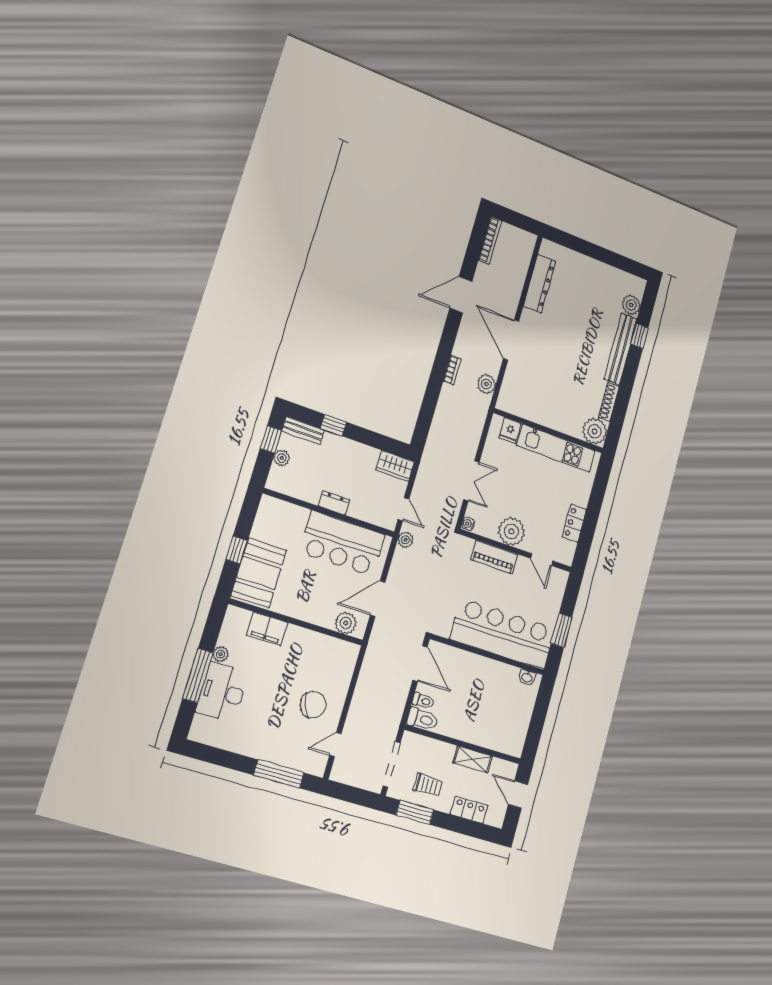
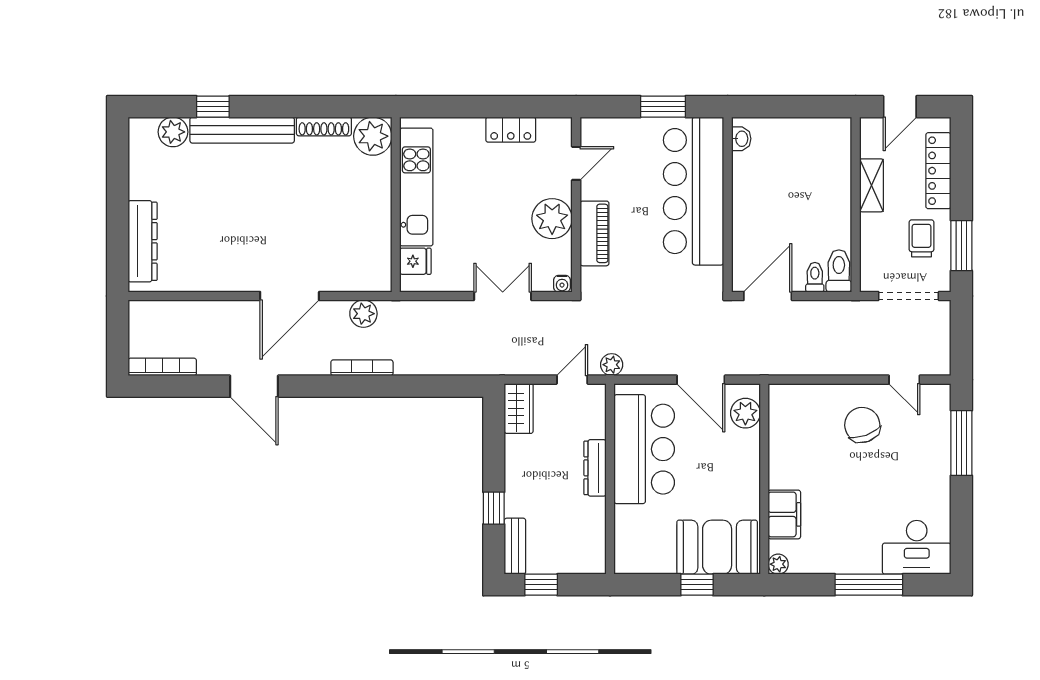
dresser: (540, 284) -> (143, 241), moved, turned 90
bookcase: (452, 370) -> (362, 368), width x1.56
plant: (282, 458) -> (560, 563), removed
dresser: (334, 503) -> (595, 468), width x1.44
plant: (221, 654) -> (778, 564), moved
desk: (222, 692) -> (917, 547), moved
locker: (469, 810) -> (938, 171), width x1.53

